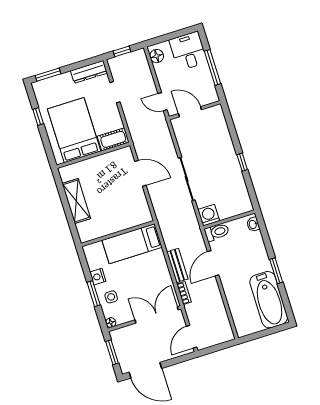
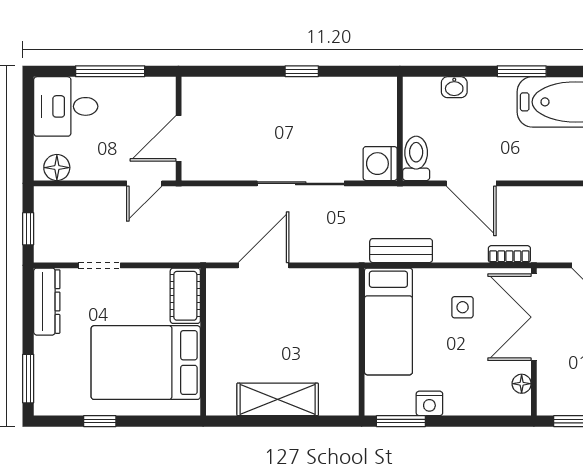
washbasin: (253, 224) -> (454, 87), moved
bench: (177, 265) -> (401, 251), moved
window: (94, 294) -> (401, 421), moved
side table: (111, 297) -> (463, 307), moved
floor lamp: (111, 323) -> (522, 384), moved

